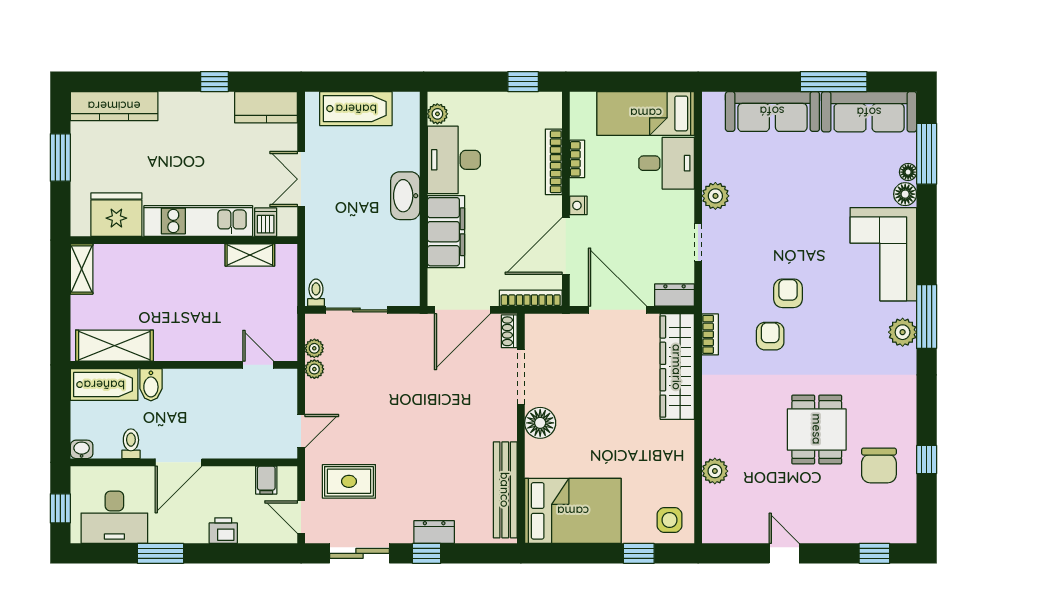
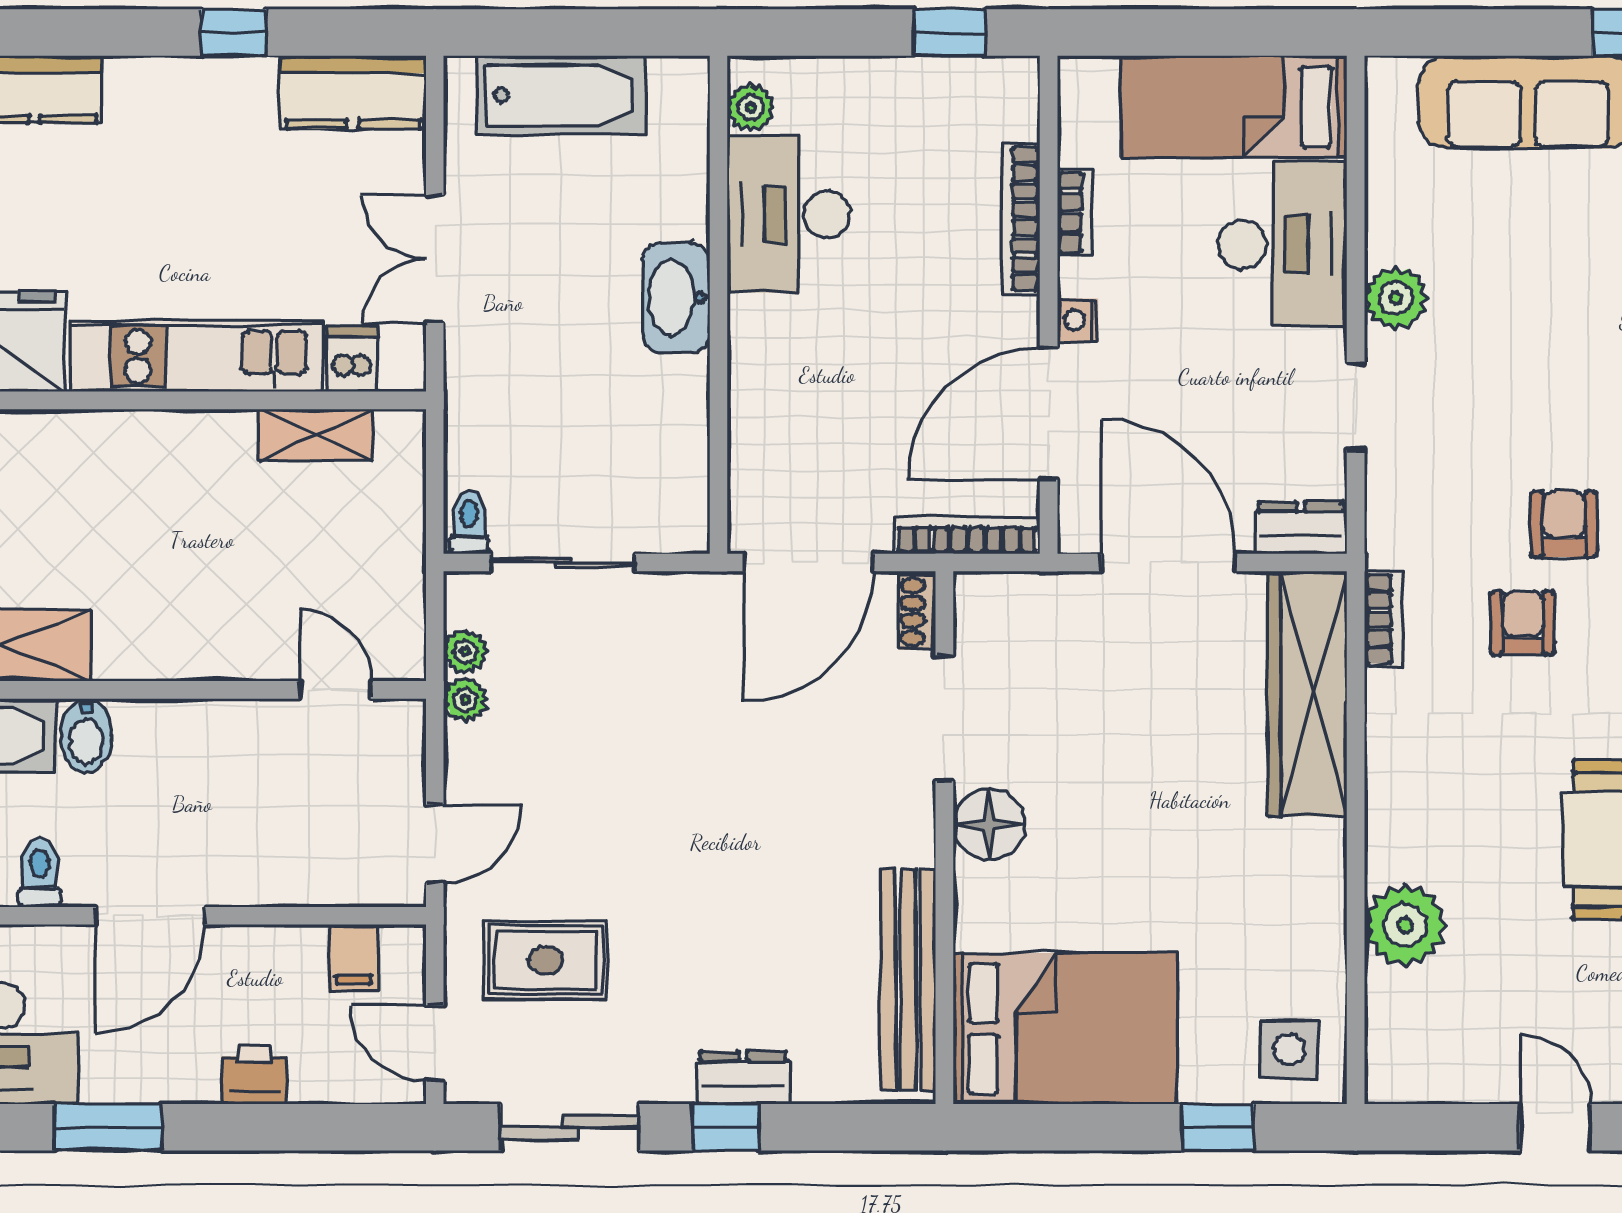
desk: (667, 163) -> (1282, 244), width x1.37
filing cabinet: (446, 232) -> (771, 381), removed
plant: (715, 471) -> (1405, 925), width x1.36, depth x1.36

